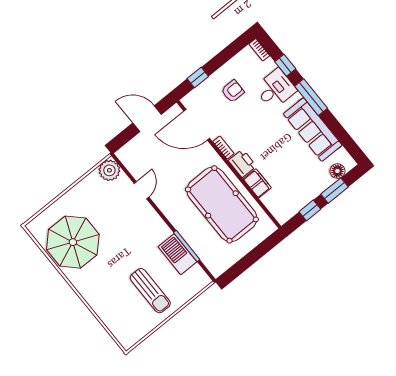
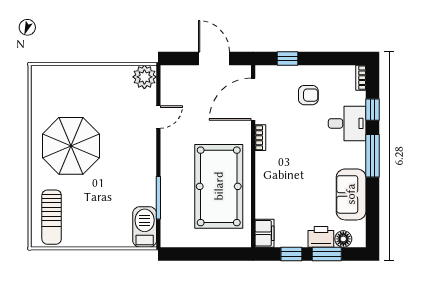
door: (197, 125) -> (253, 99), hinge flipped
sofa: (313, 130) -> (351, 194), width x0.73
printer: (242, 163) -> (321, 237), moved, turned -90
filing cabinet: (257, 183) -> (264, 233), moved
parasol: (73, 242) -> (71, 146), moved
barbecue: (178, 254) -> (145, 227), moved
sun lounger: (150, 291) -> (52, 217), moved

